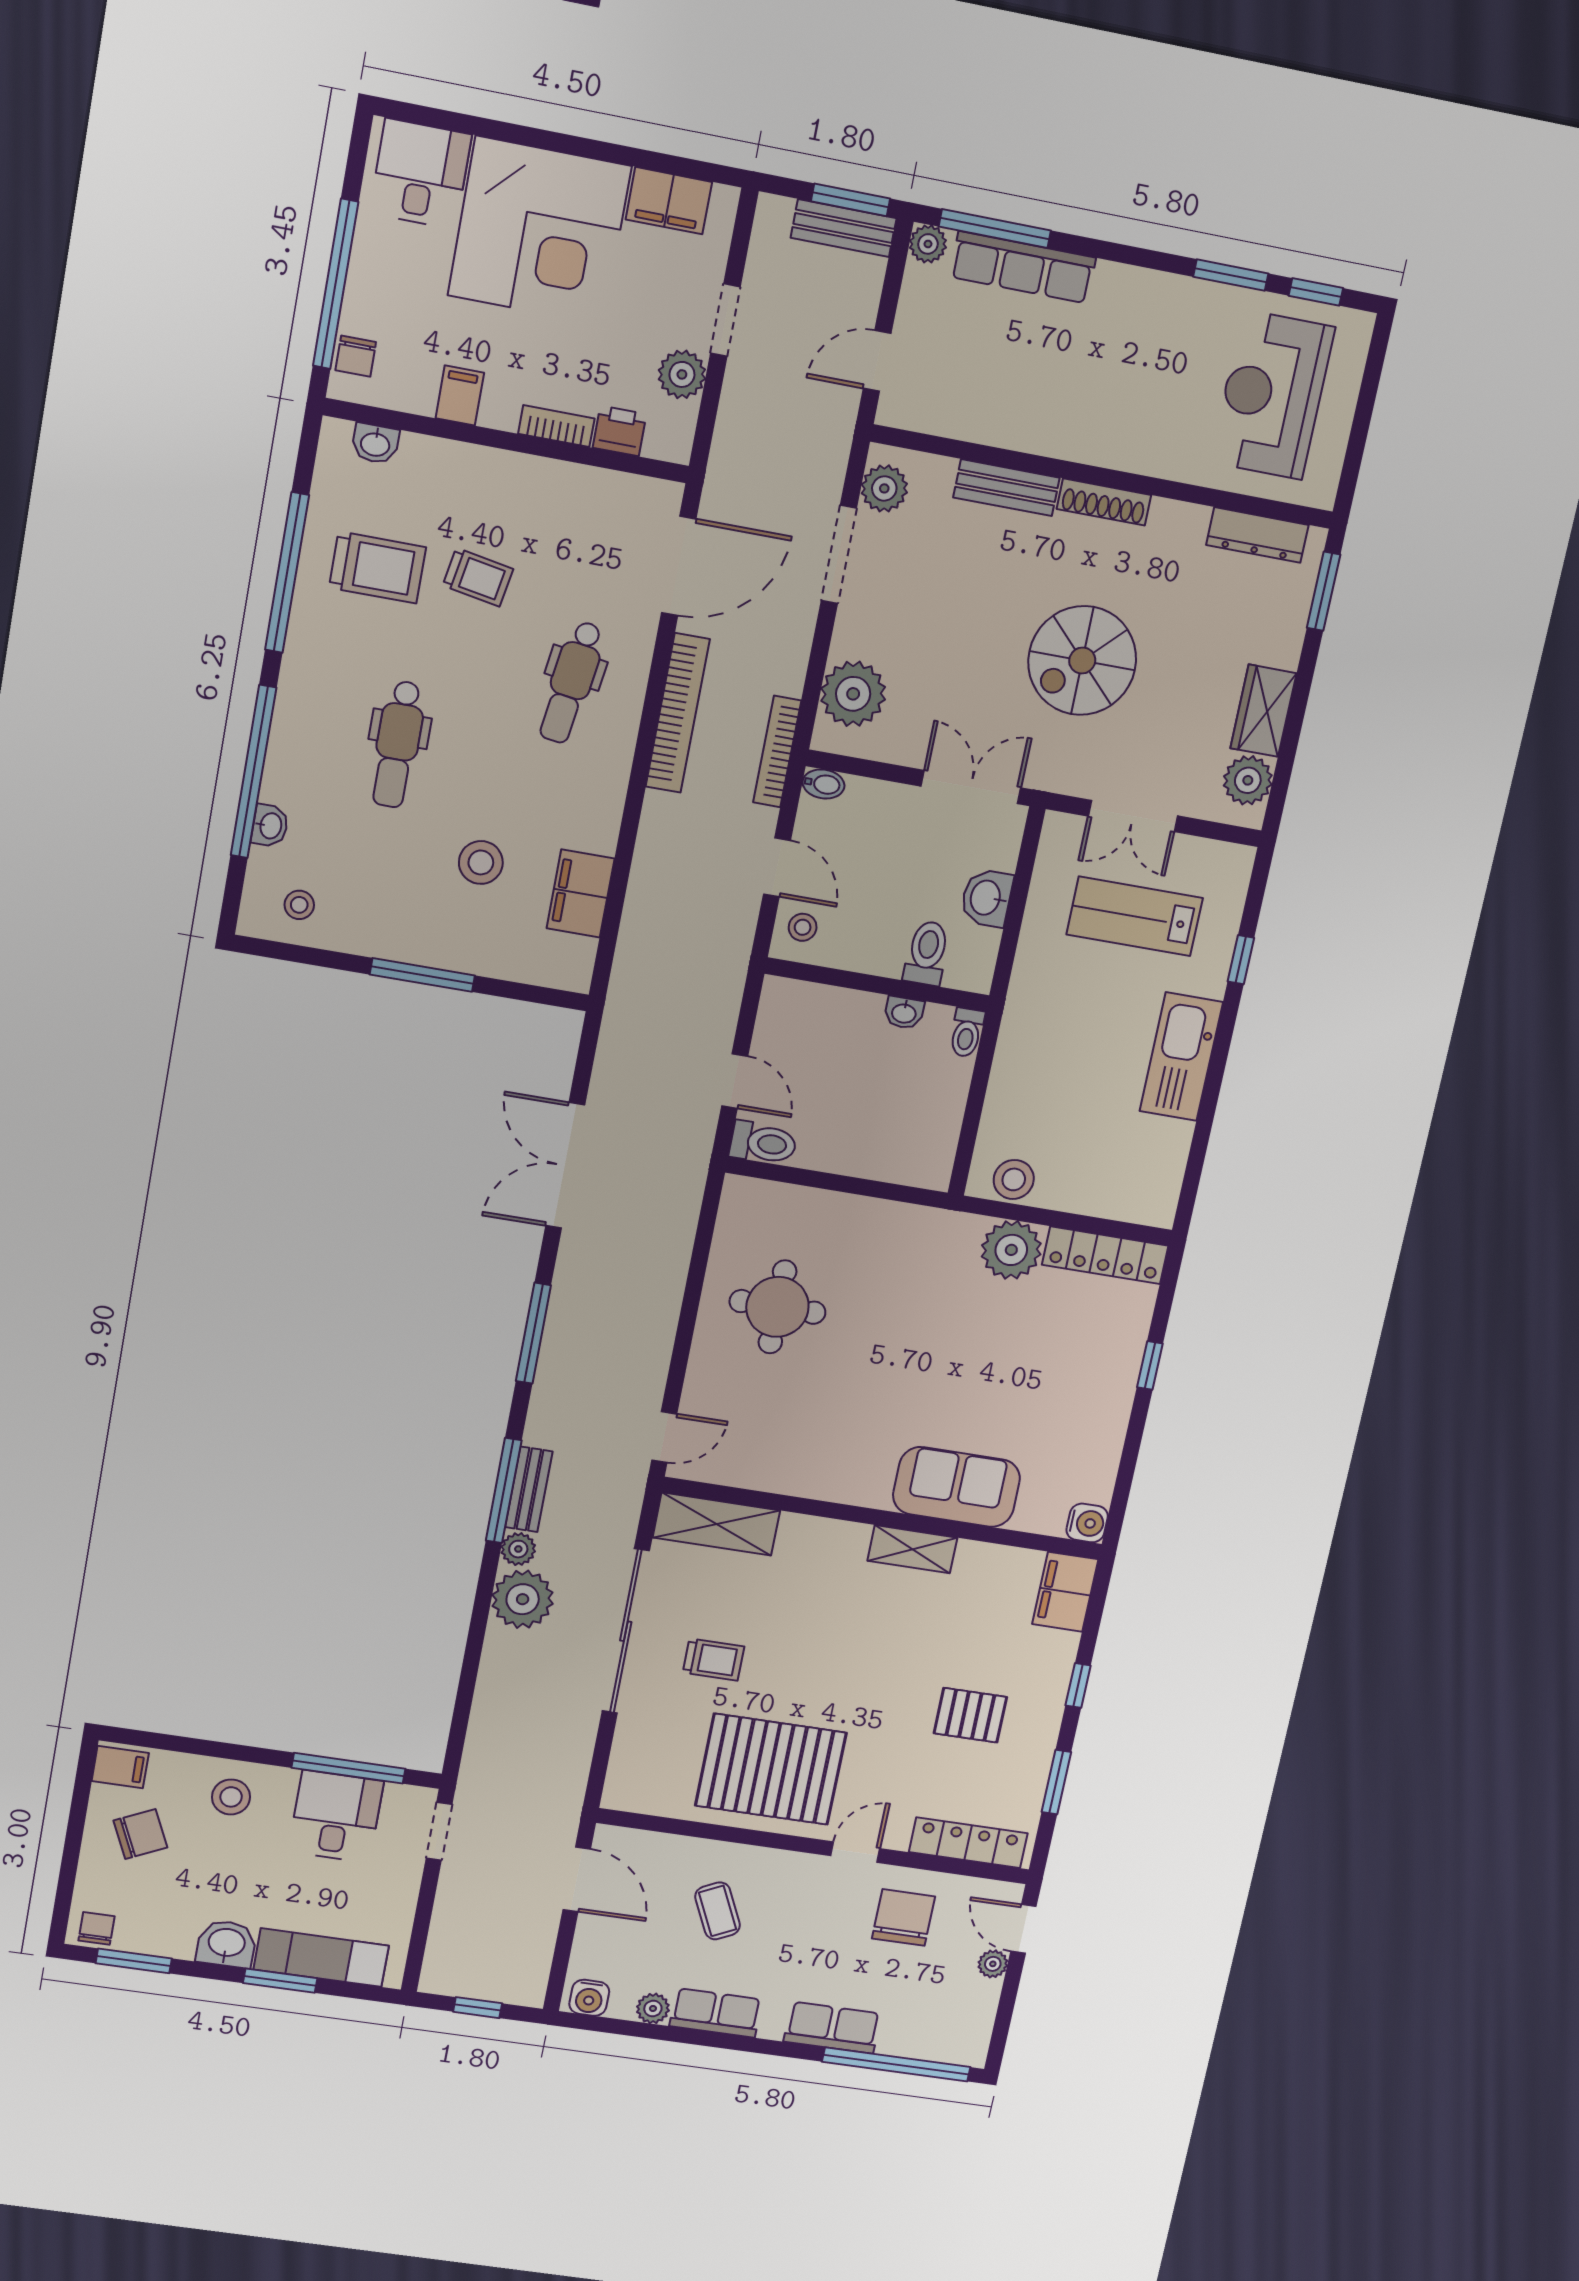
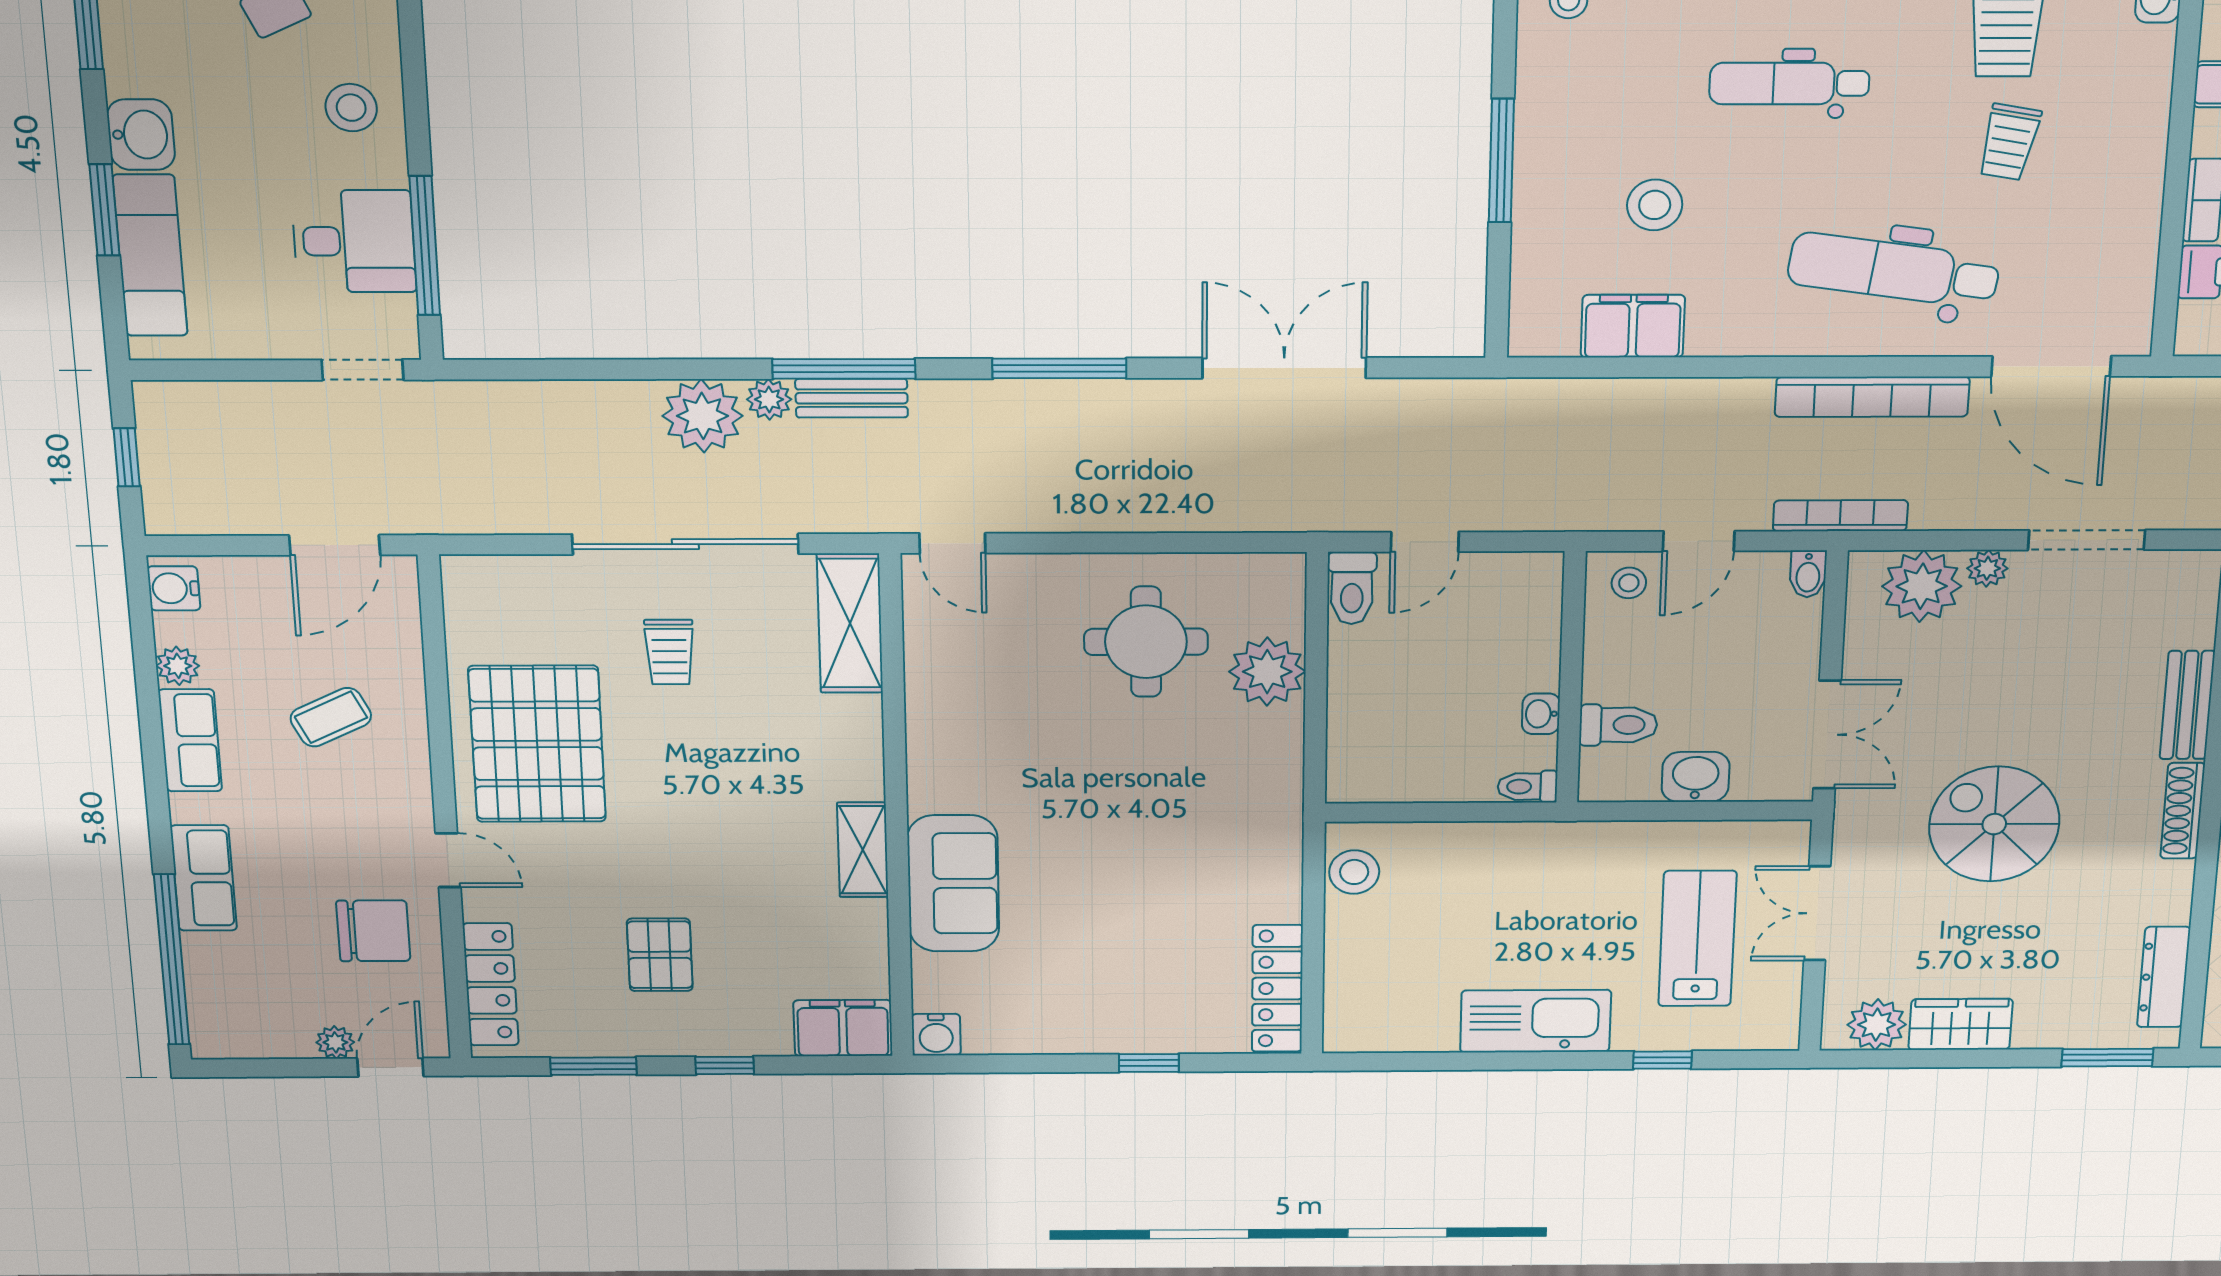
plant: (884, 488) -> (1987, 568), moved, width x0.73, depth x0.73
dental chair: (571, 682) -> (1894, 270), width x1.36, depth x1.38
plant: (1011, 1250) -> (1267, 672), moved

